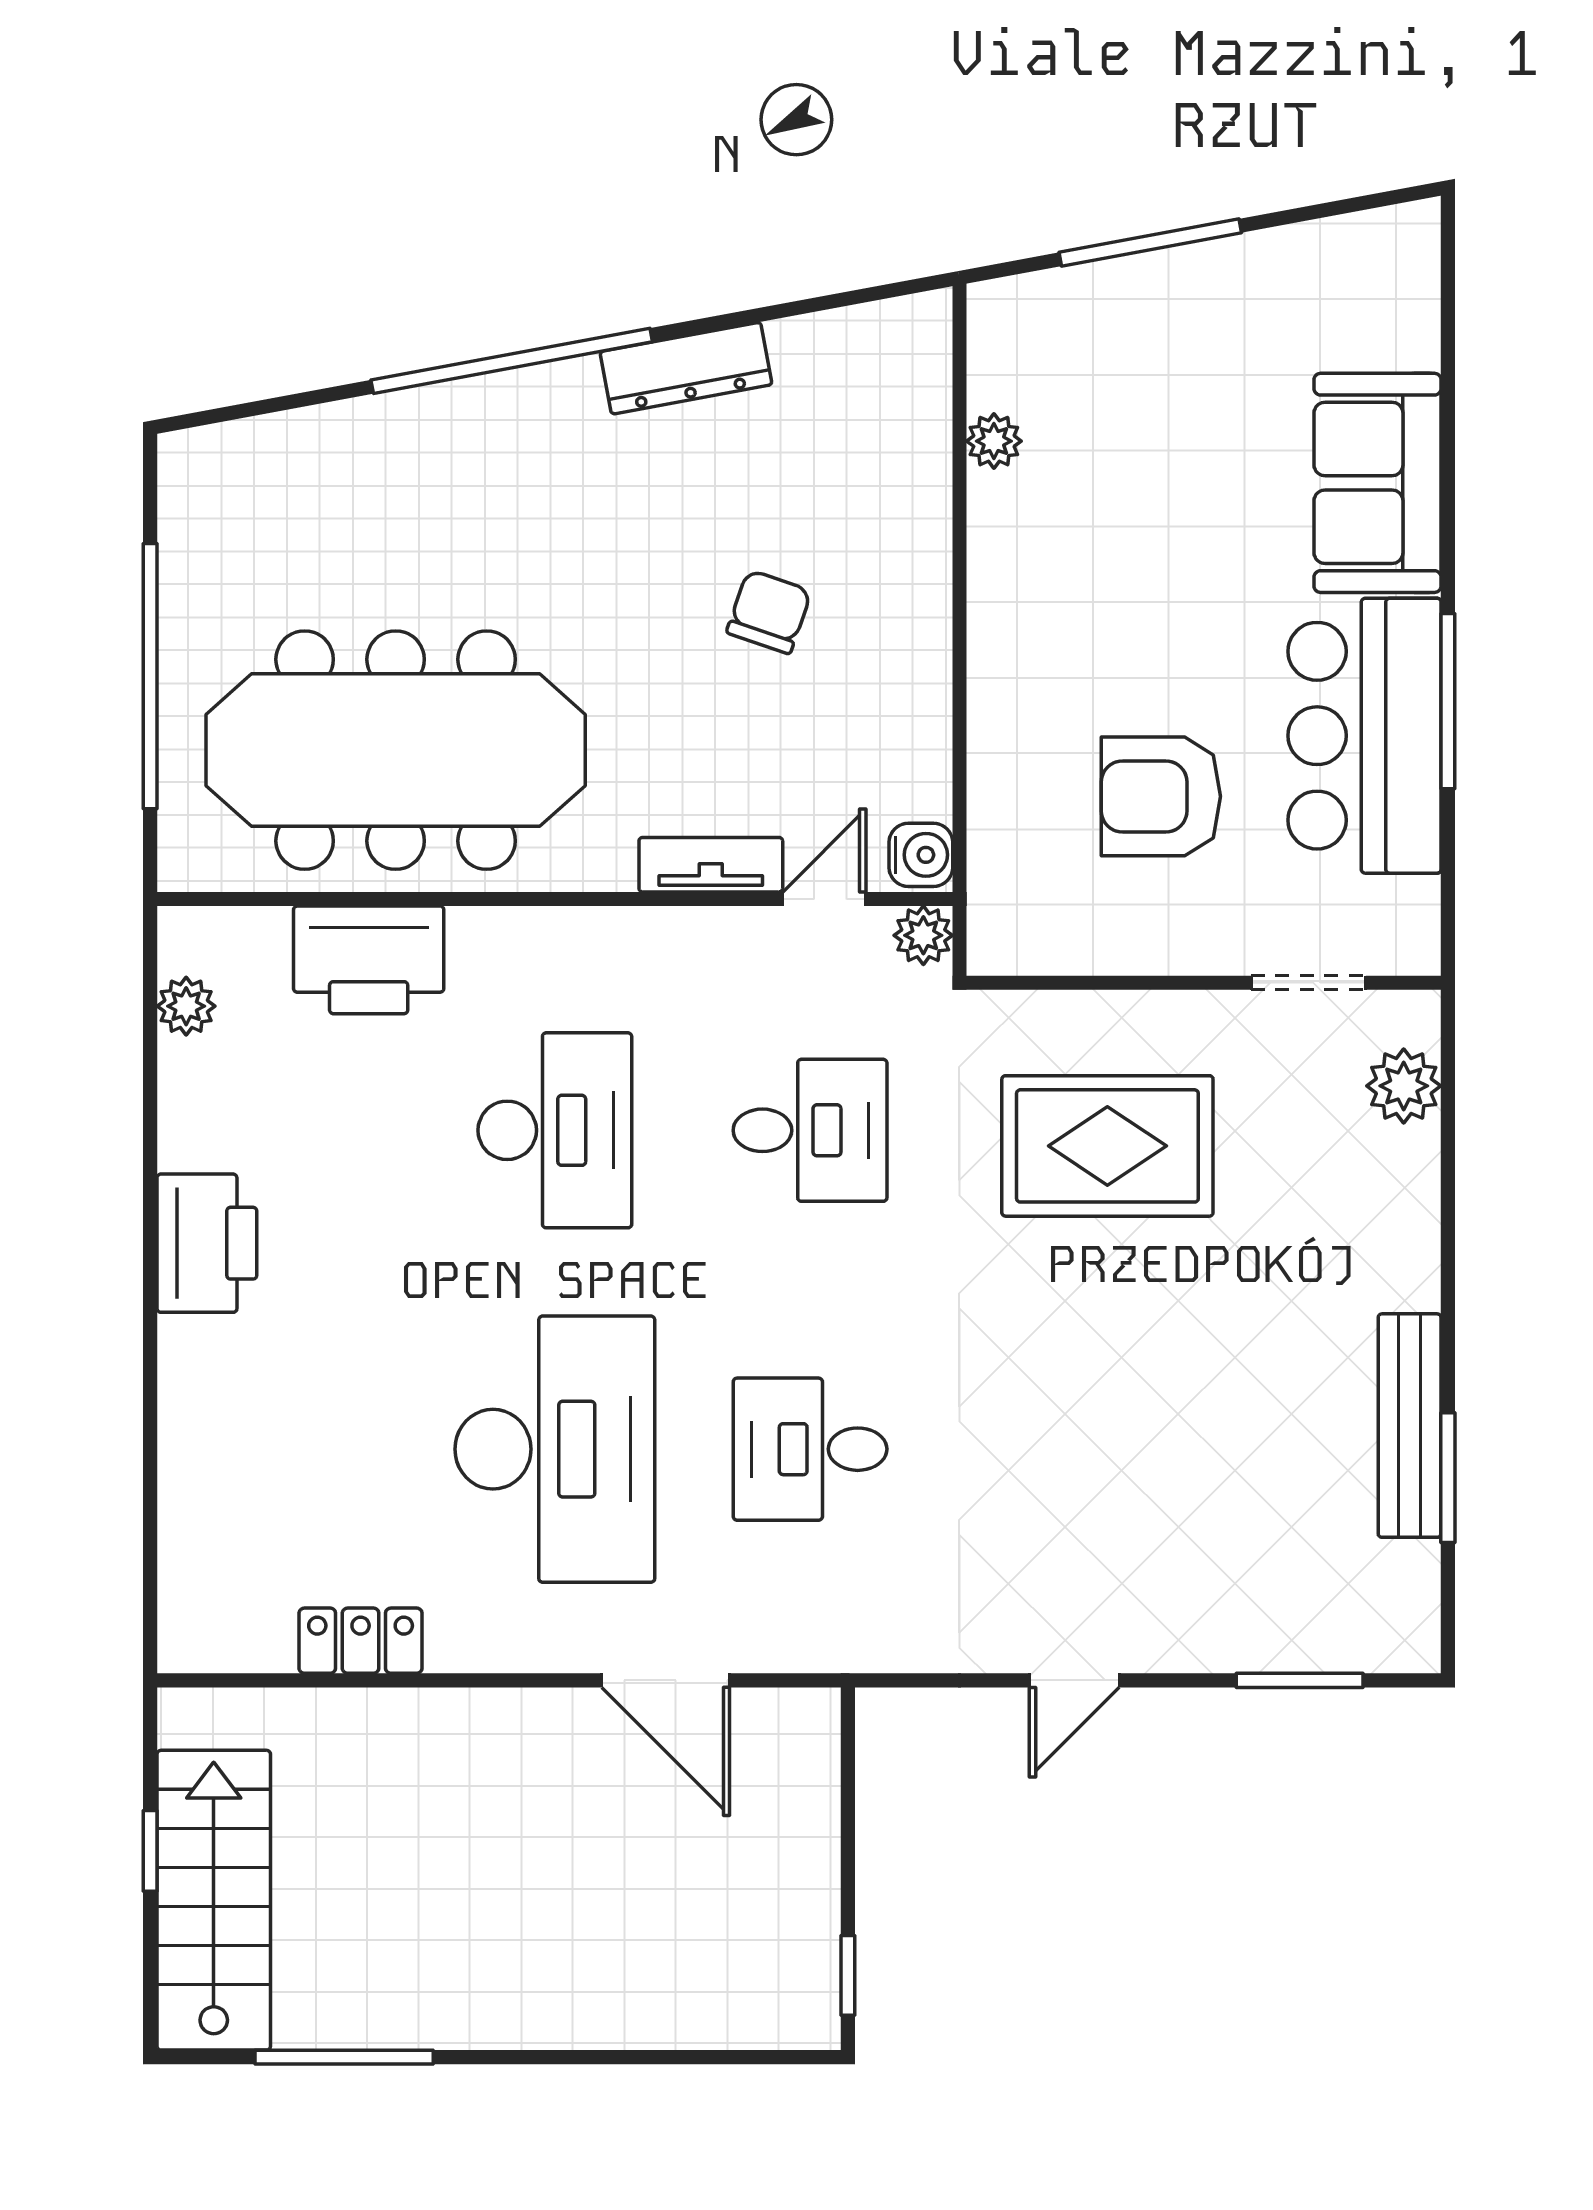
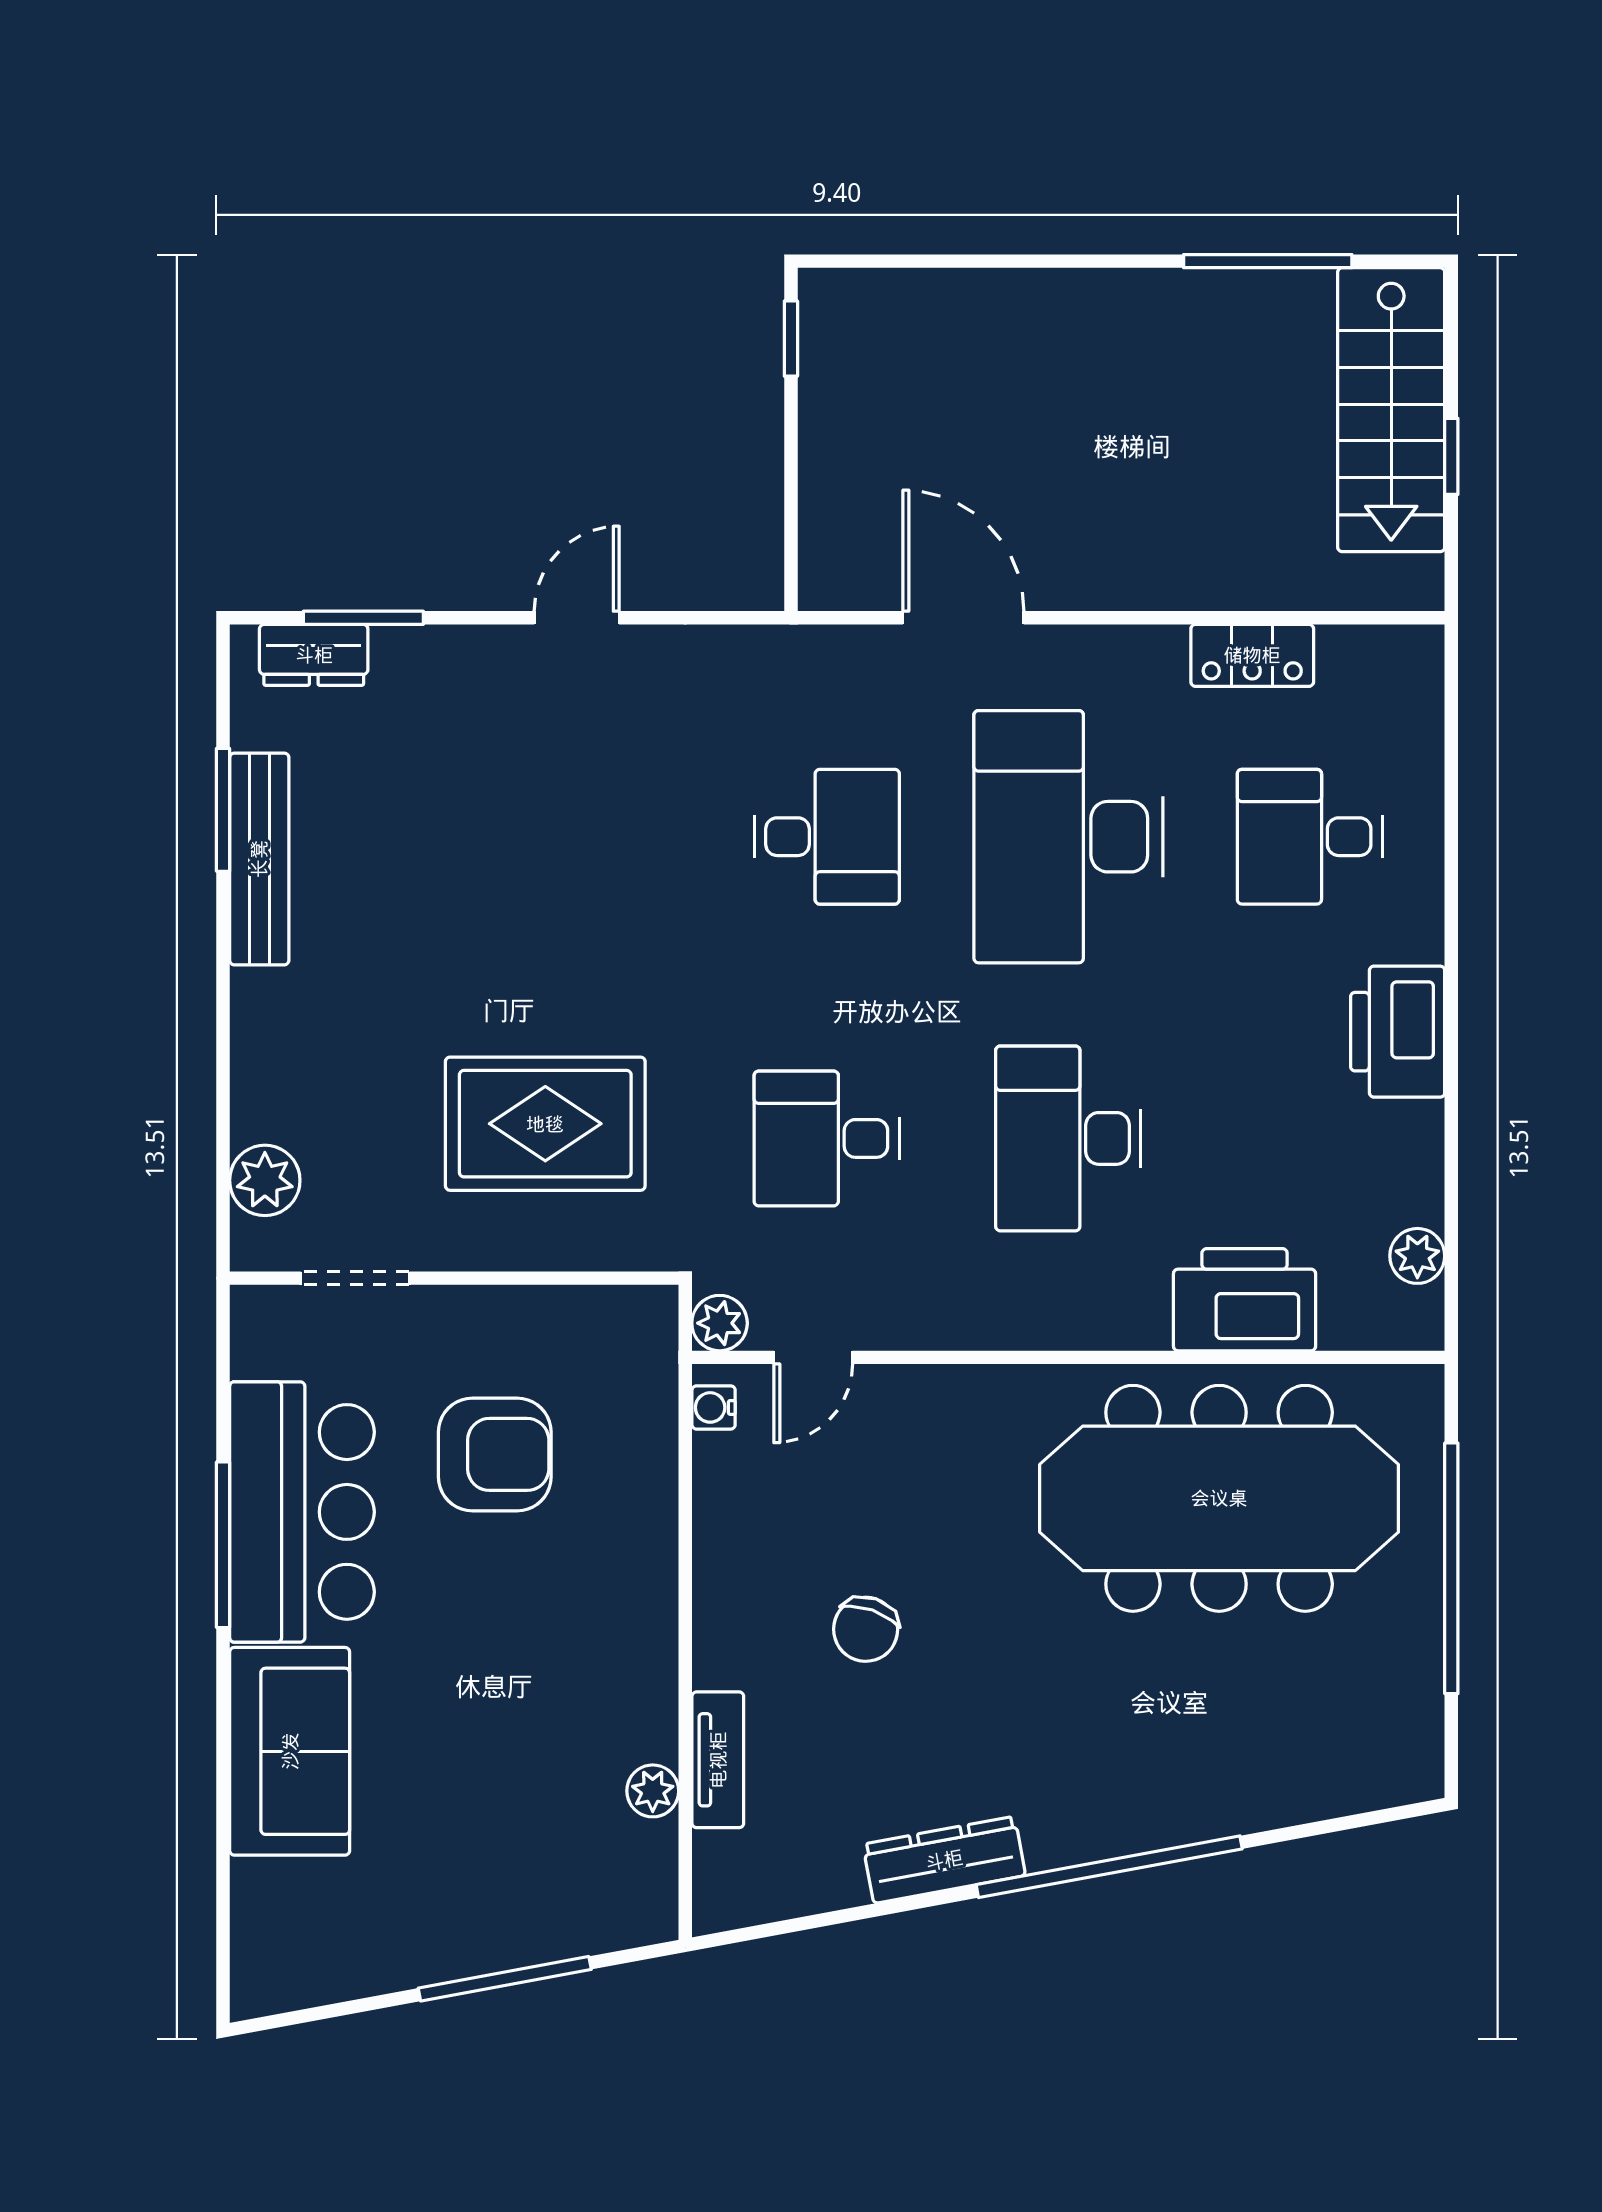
water cooler: (921, 855) -> (714, 1407), width x0.72, depth x0.72
tv unit: (711, 865) -> (718, 1760), moved, turned -90
desk: (300, 1449) -> (1310, 837), added
dresser: (1352, 1641) -> (314, 655), added

